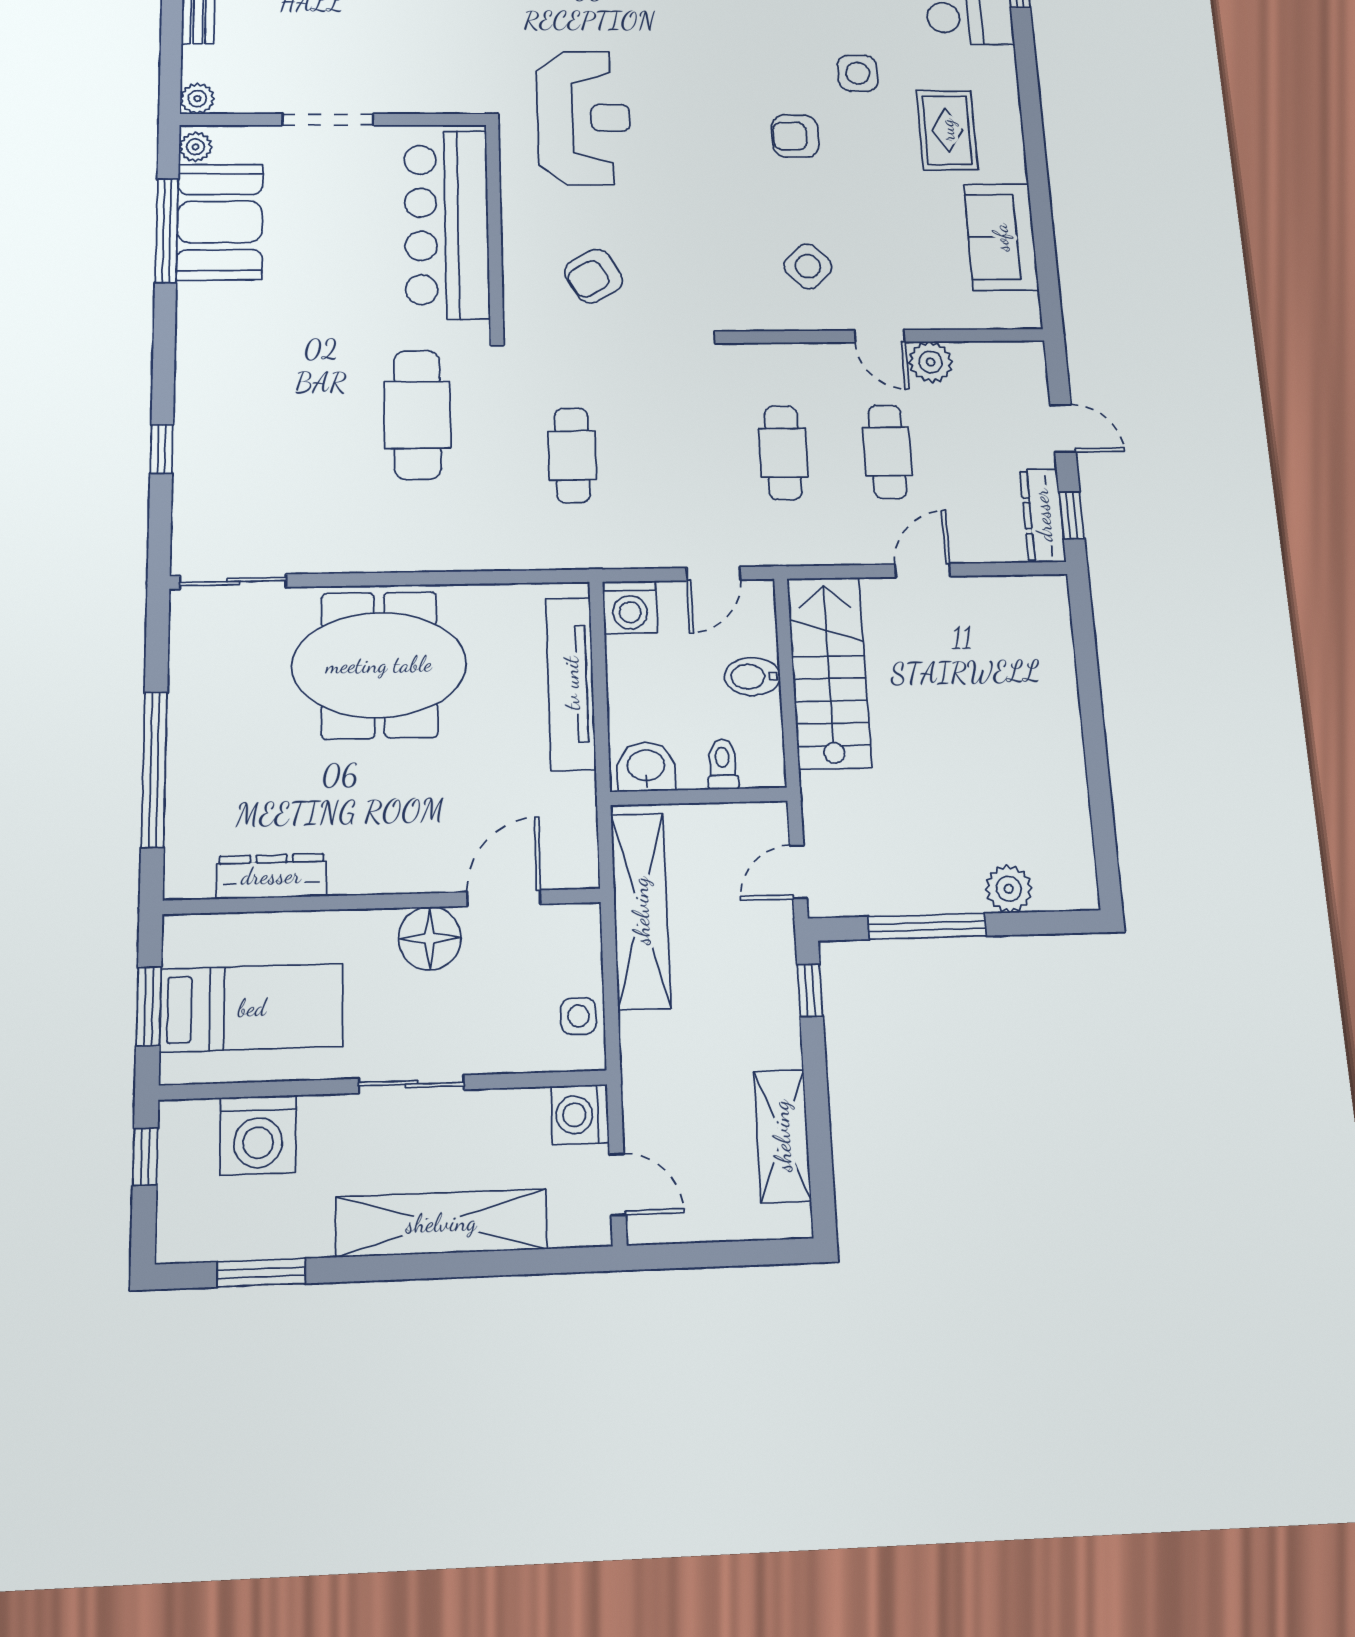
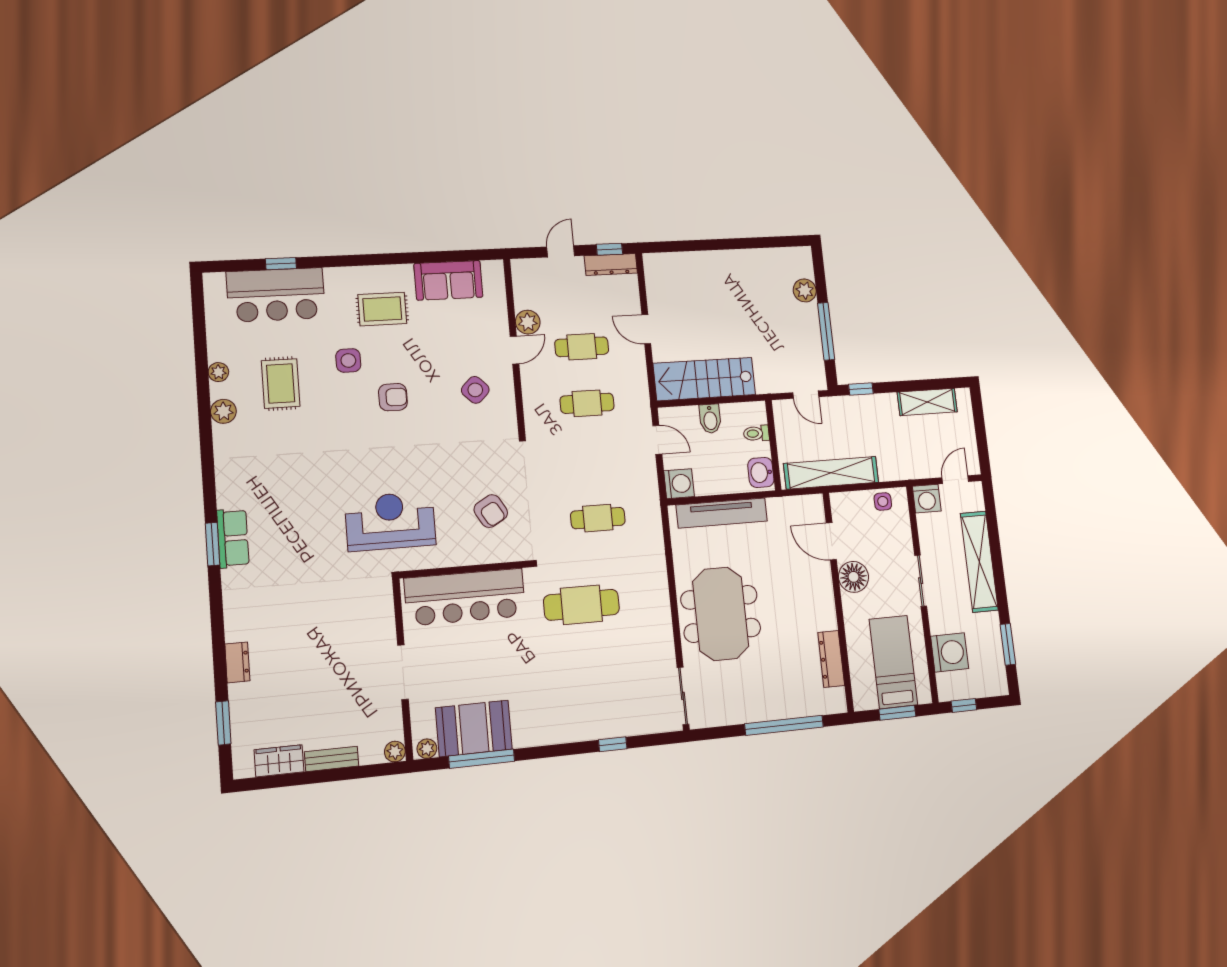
armchair: (795, 136) -> (393, 397), turned -90

